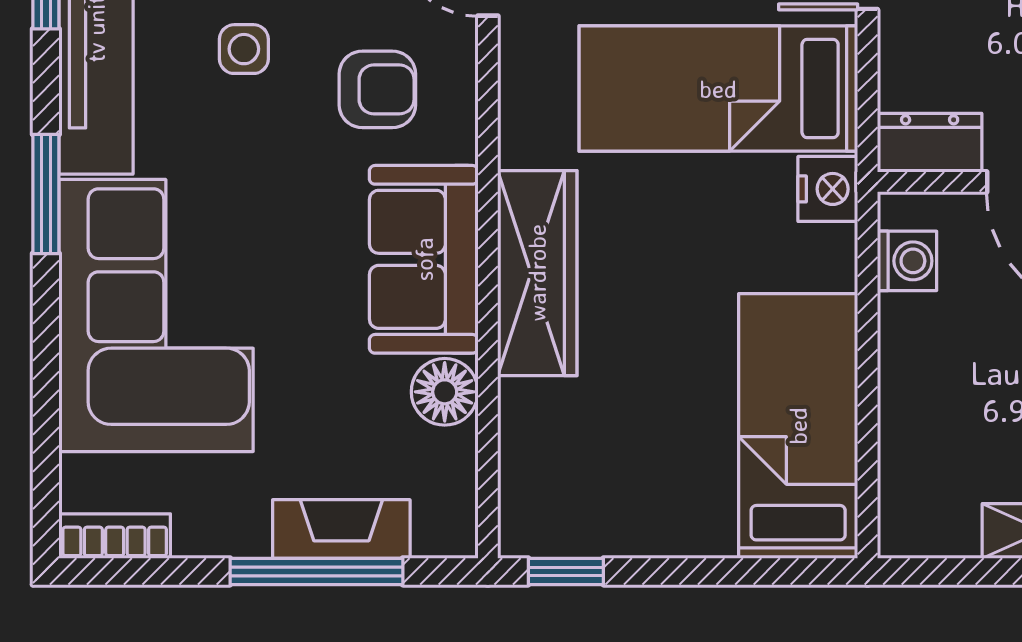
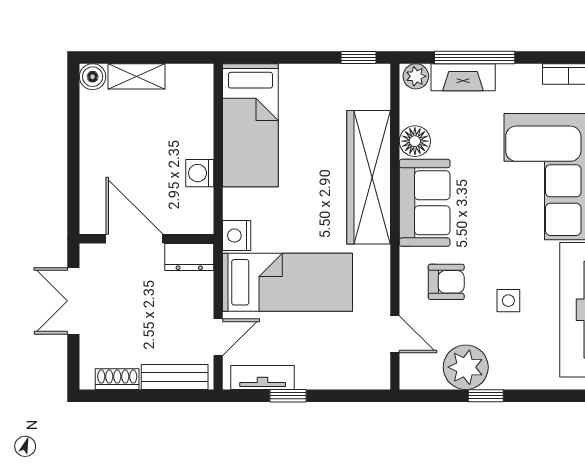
armchair: (377, 89) -> (446, 282), turned 180
washing machine: (907, 261) -> (200, 173), moved
wardrobe: (537, 273) -> (369, 177), width x1.40, depth x1.17
plant: (443, 531) -> (416, 76), added

